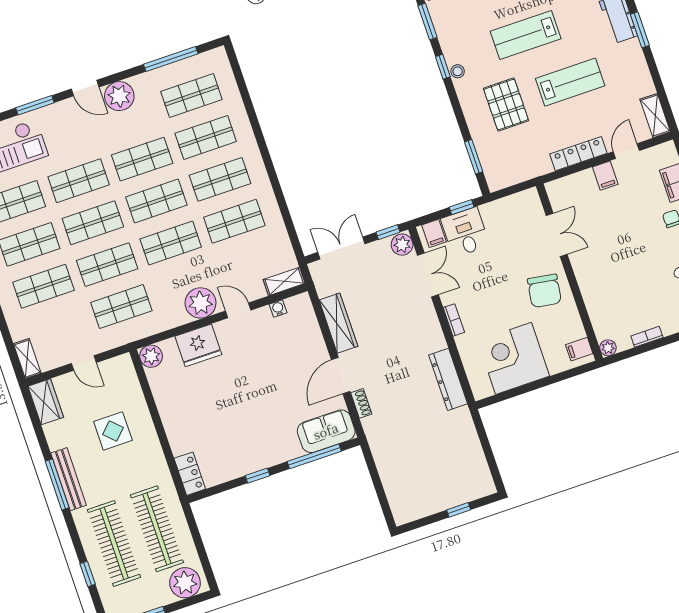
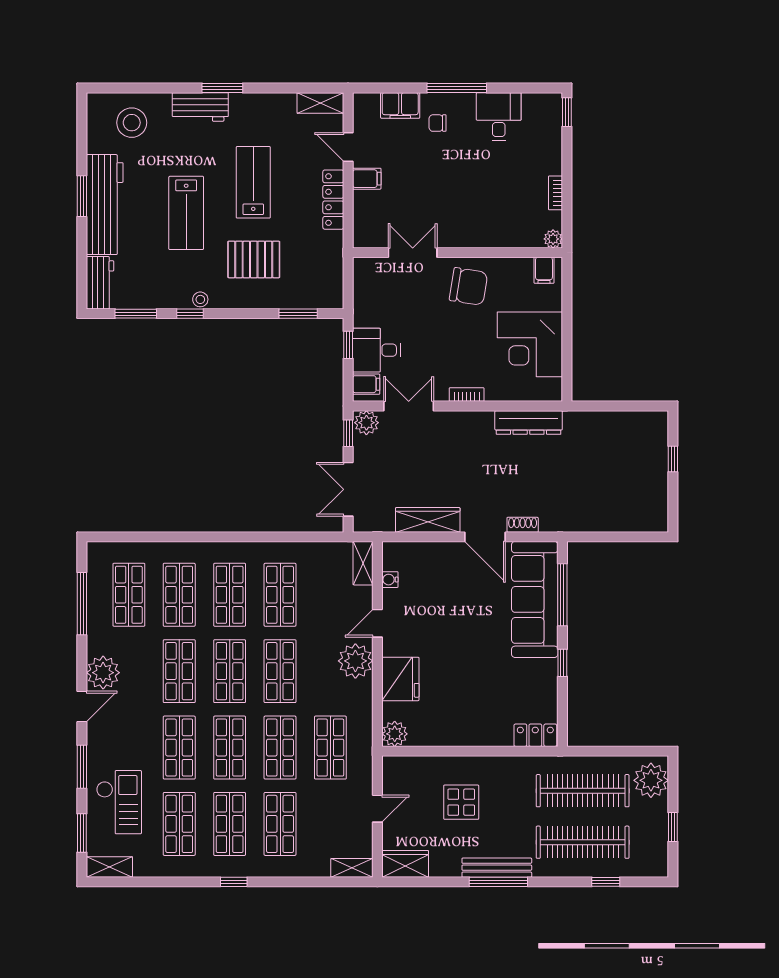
sofa: (326, 431) -> (535, 599), width x1.85, depth x1.27

